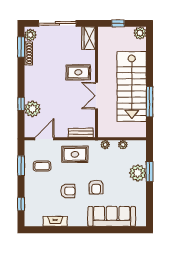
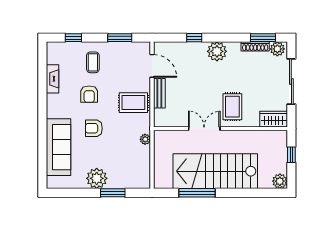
plant: (32, 109) -> (217, 51), moved
bench: (81, 133) -> (159, 93), moved
plant: (123, 145) -> (145, 160), removed
rug: (75, 154) -> (133, 103), turned 90
coffee table: (42, 166) -> (93, 62), moved
plant: (138, 173) -> (97, 178), moved

